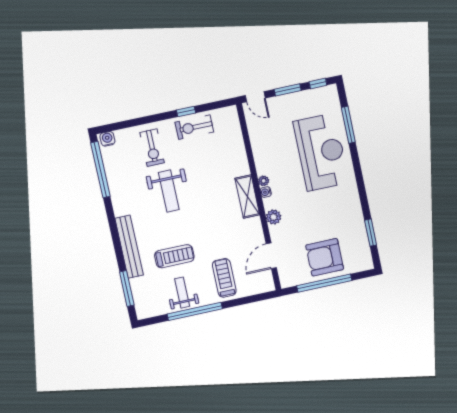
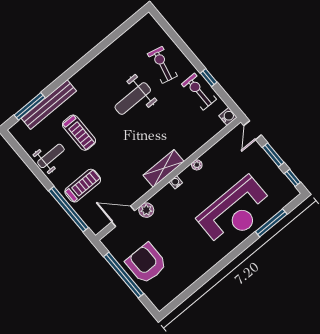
water cooler: (107, 139) -> (228, 116), moved
exercise bike: (152, 148) -> (162, 65), turned 103
window: (100, 170) -> (120, 31), removed
plant: (264, 181) -> (197, 165), moved
plant: (274, 217) -> (146, 210), moved
window: (371, 233) -> (189, 292), removed
bench: (129, 247) -> (49, 105), moved
window: (195, 311) -> (69, 209), moved

